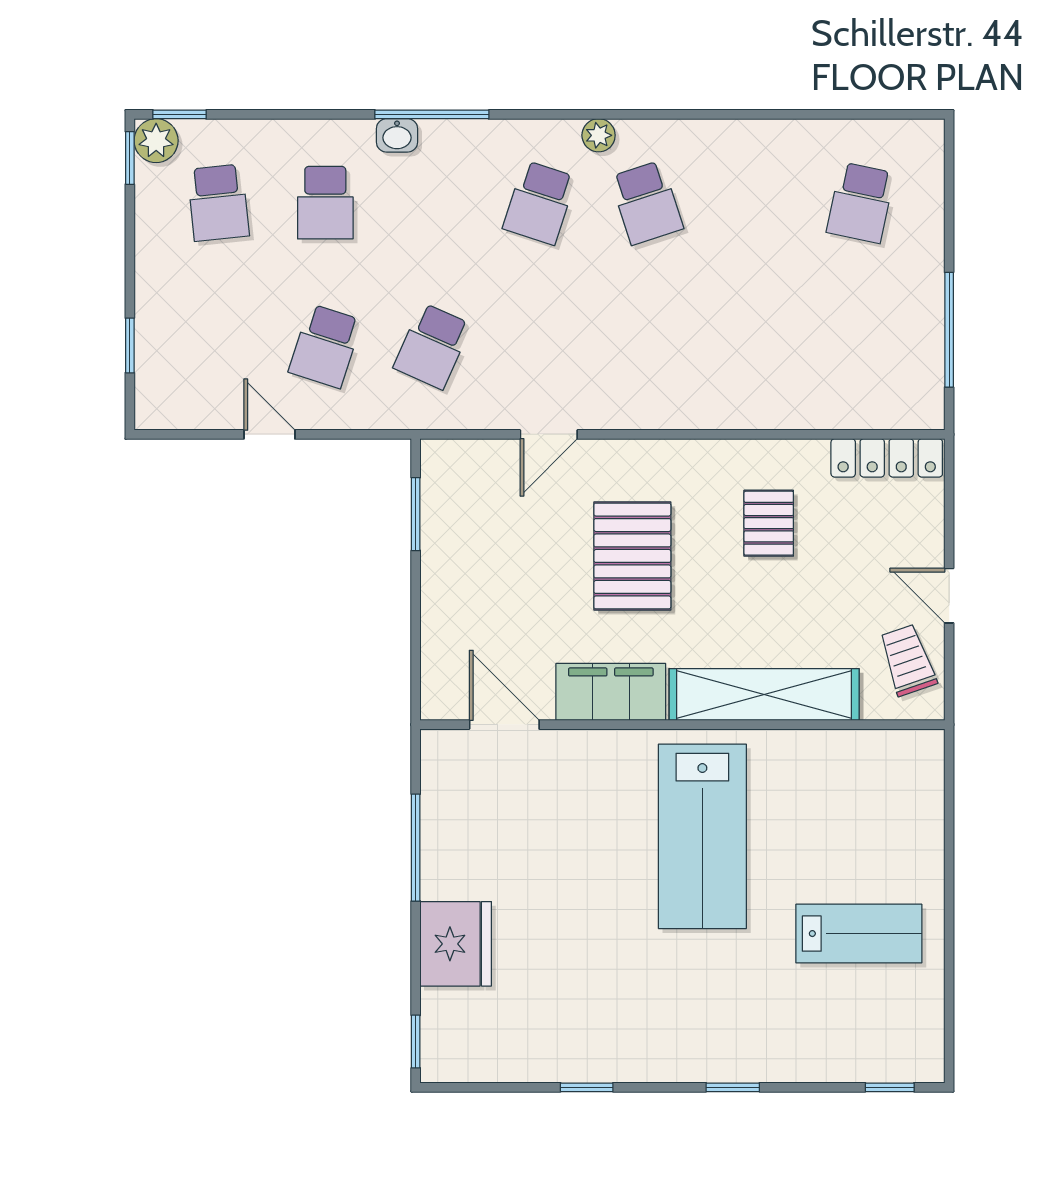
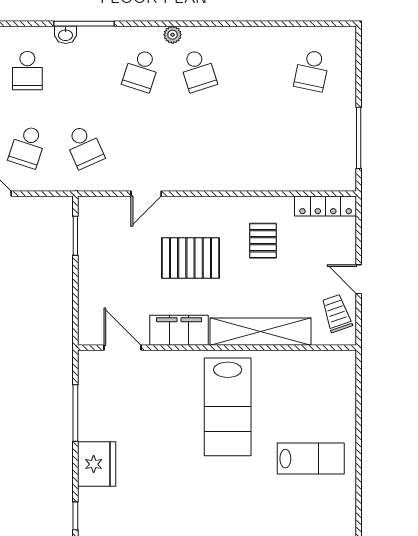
school desk: (432, 346) -> (84, 147), turned -48
pallet: (632, 556) -> (190, 258), turned 90

